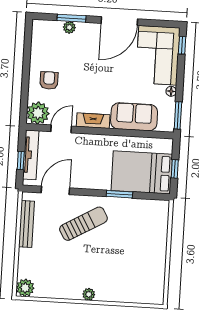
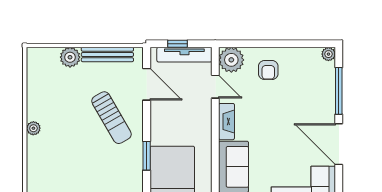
window: (72, 18) -> (339, 91), width x1.44
plant: (69, 27) -> (328, 54), moved
armchair: (49, 80) -> (268, 70), turned 90
plant: (25, 288) -> (70, 57), moved

